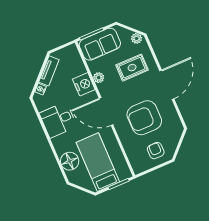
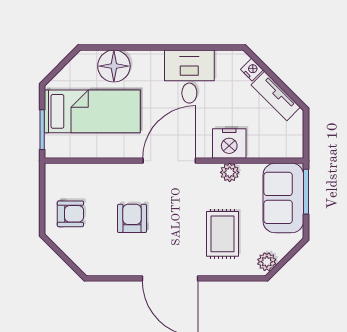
armchair: (144, 118) -> (132, 218), width x0.53, depth x0.53

